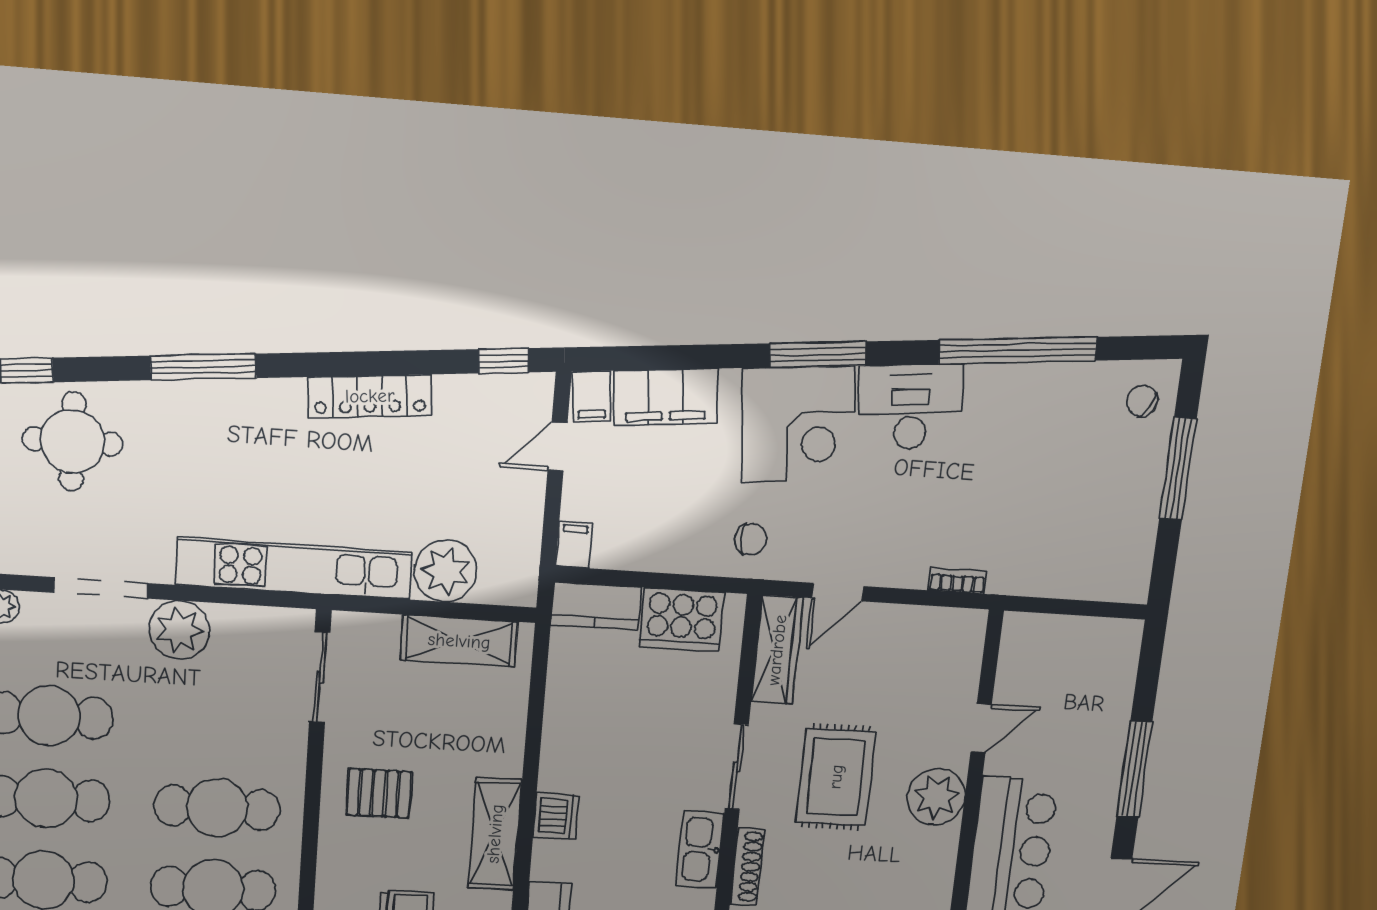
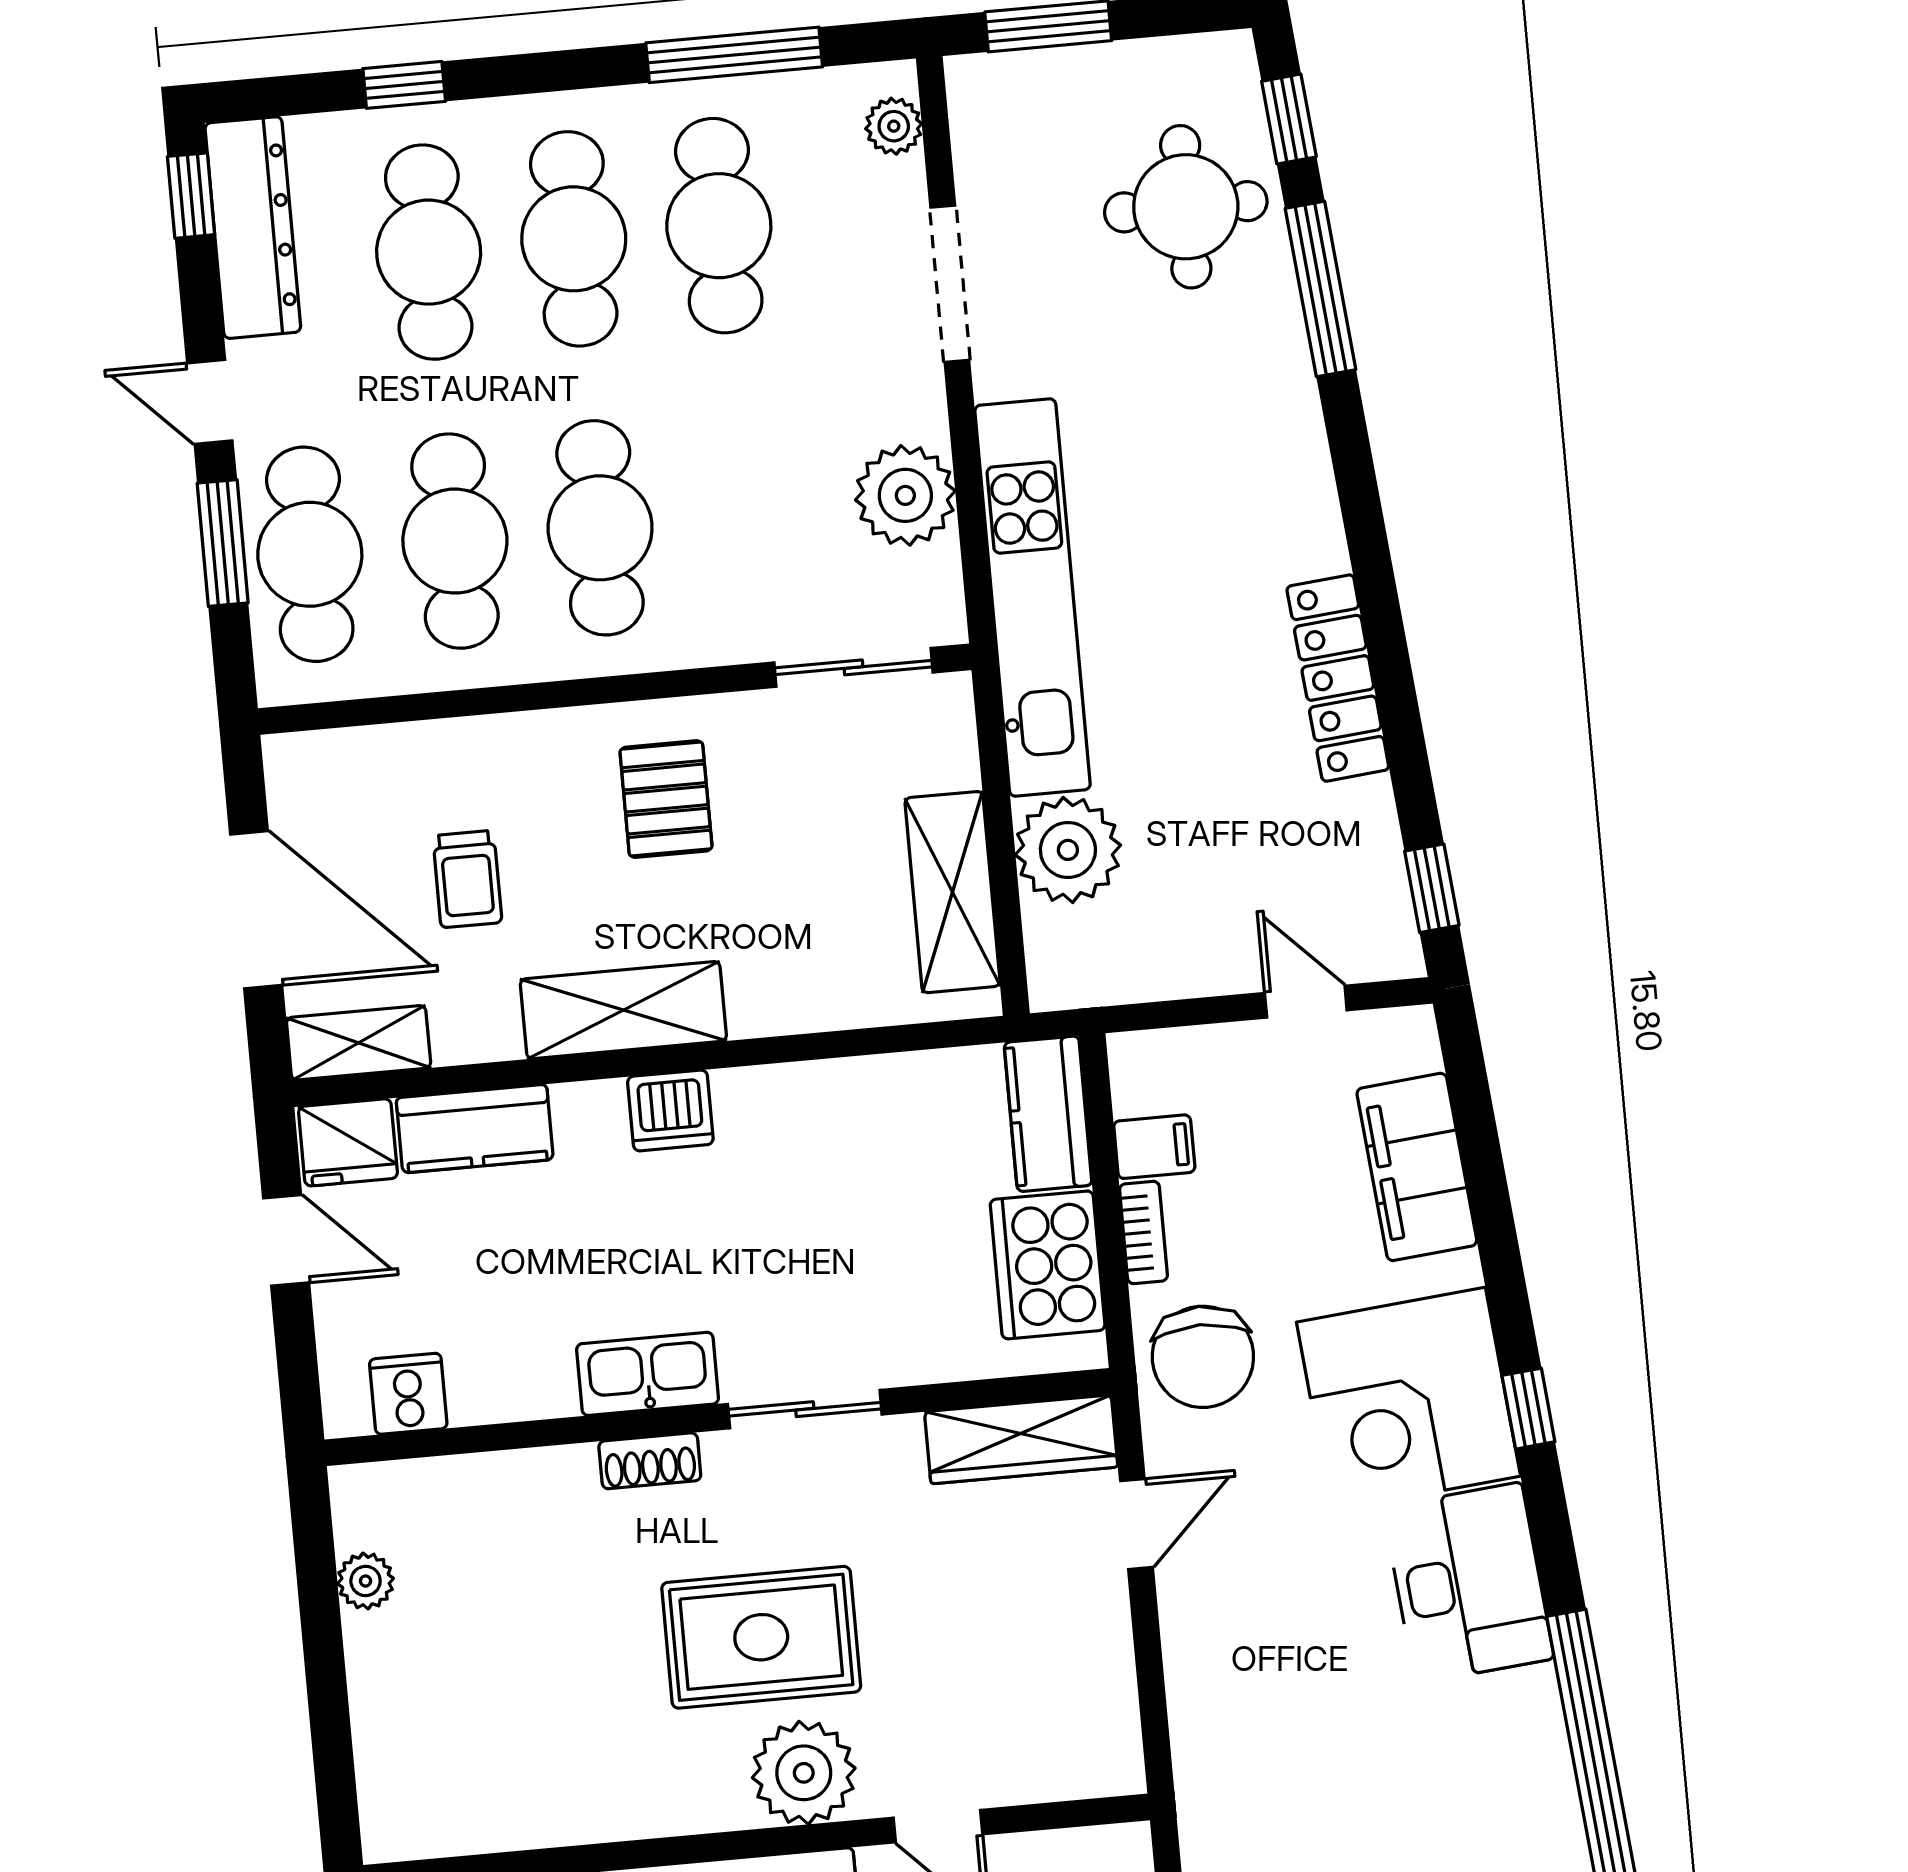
window: (818, 354) -> (1528, 1409), width x0.46
window: (203, 367) -> (1321, 289), moved
filing cabinet: (592, 397) -> (1397, 1044), removed
chair: (751, 539) -> (1203, 1357), width x1.87, depth x1.87
filing cabinet: (574, 545) -> (1154, 1147), moved
bookcase: (957, 581) -> (1143, 1232), moved
door: (838, 592) -> (1136, 1524), swing flipped
plant: (179, 630) -> (905, 495), moved
rug: (836, 777) -> (761, 1637), moved
shoe rack: (747, 867) -> (650, 1461), width x0.70

